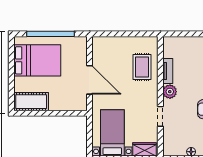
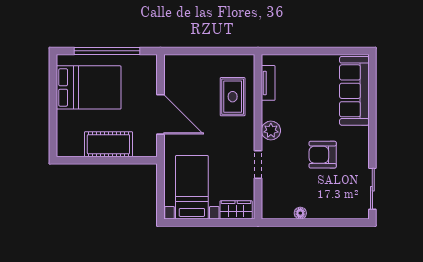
tv unit: (168, 71) -> (268, 83), moved
cot: (31, 102) -> (108, 144), moved

